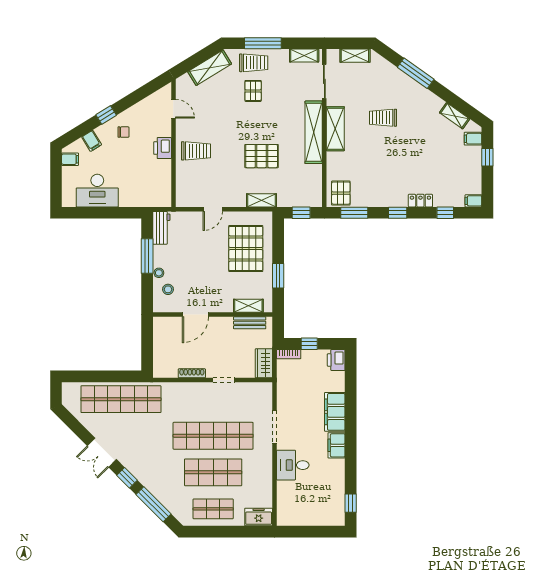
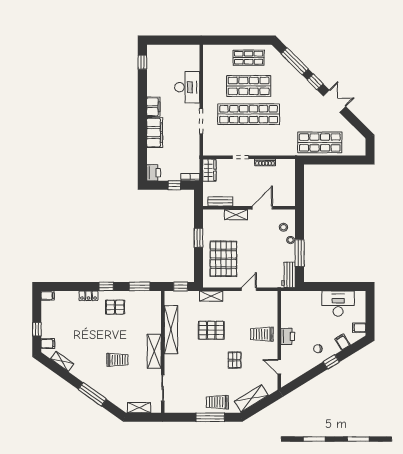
shelving: (304, 56) -> (178, 408), removed
pallet: (253, 91) -> (235, 360), moved
shelving: (314, 132) -> (171, 330), moved
pallet: (341, 193) -> (115, 307), moved, turned 90
window: (445, 213) -> (69, 286), removed
shelving: (248, 306) -> (236, 215), moved
shop shelf: (121, 399) -> (320, 142), width x0.71
desk: (293, 465) -> (187, 87), width x1.37
freezer: (259, 517) -> (213, 51), removed

